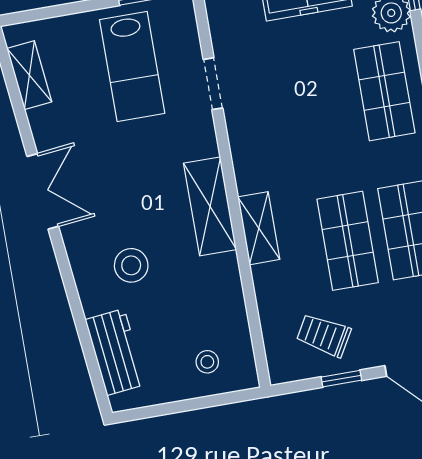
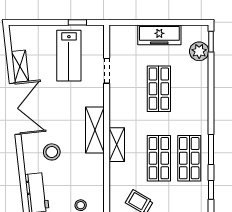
shelving: (29, 75) -> (20, 66), moved
shop shelf: (384, 91) -> (159, 89), moved
double door: (43, 191) -> (15, 109), width x1.37

